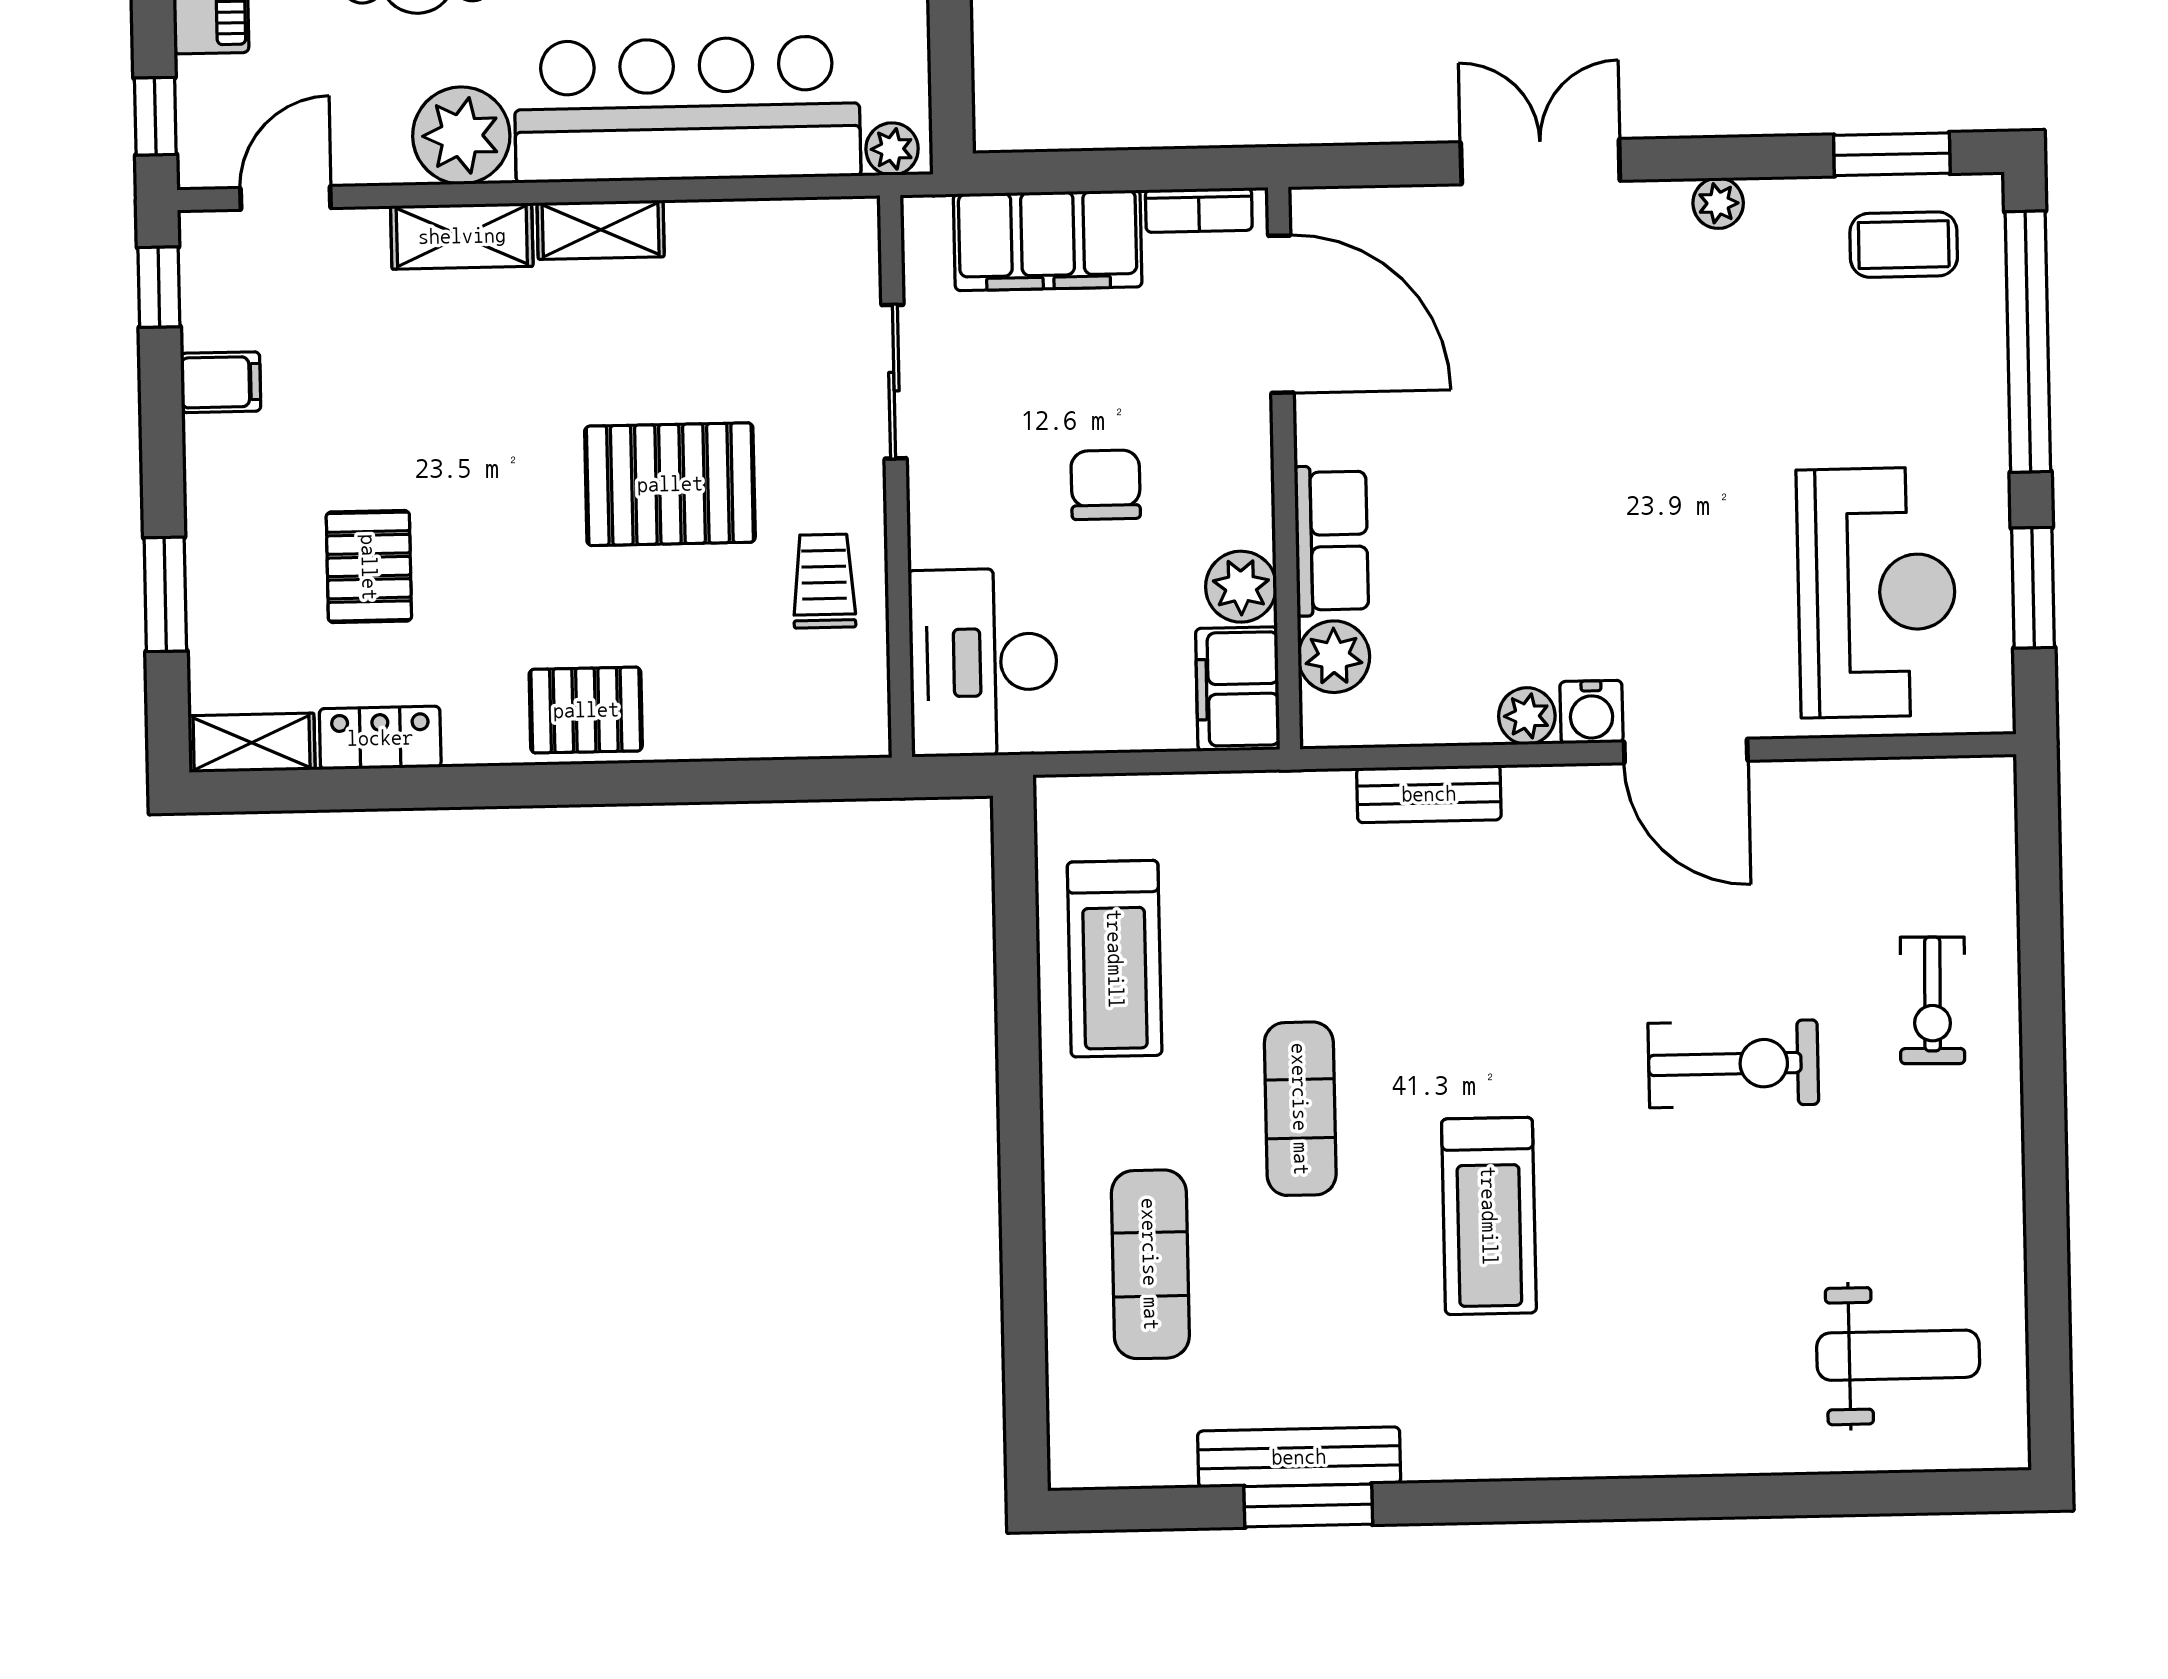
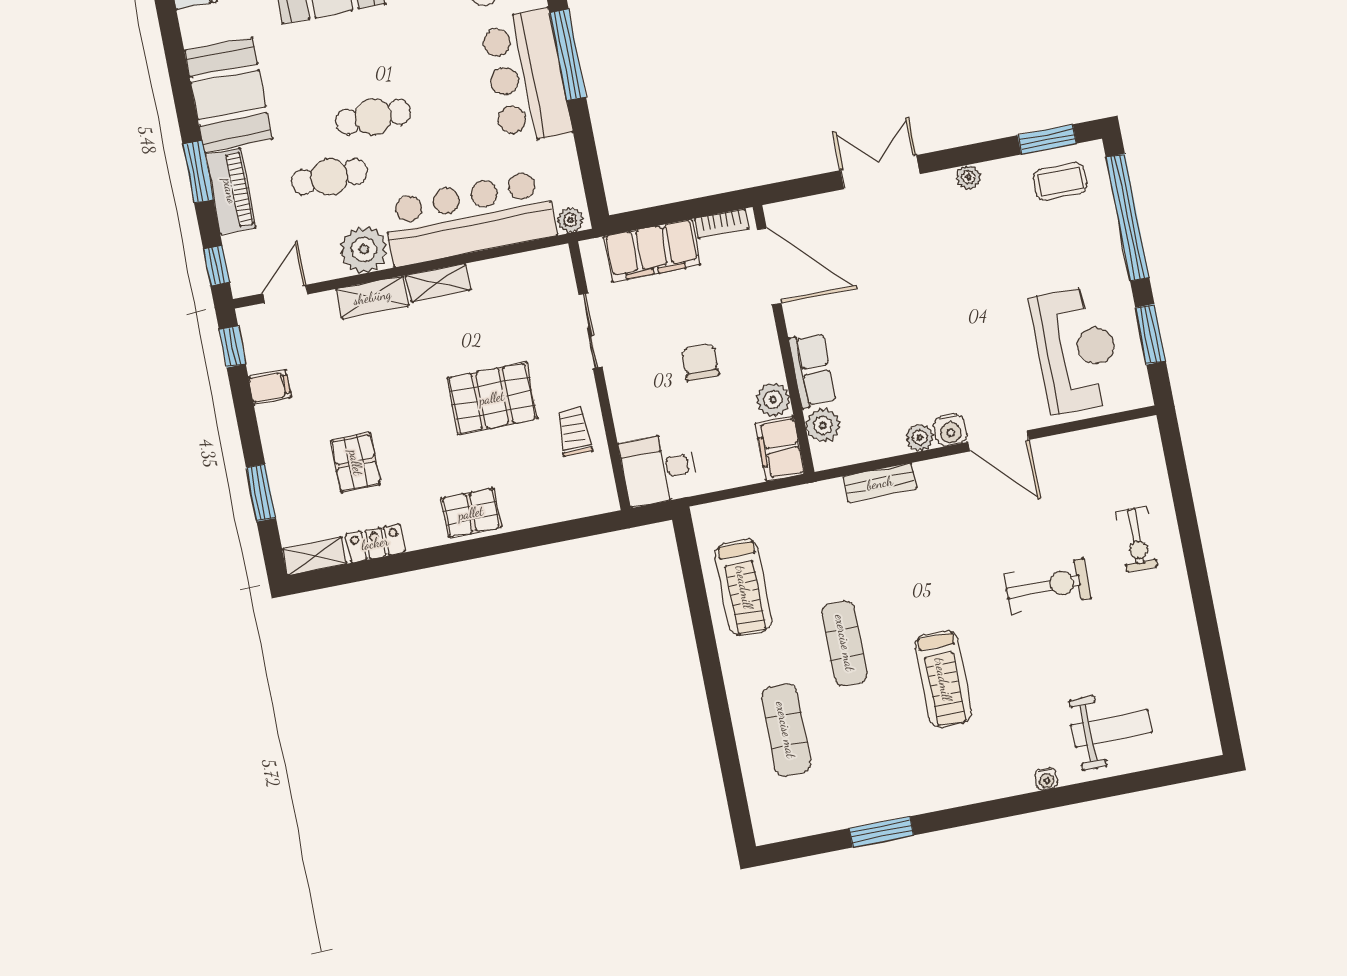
desk: (983, 662) -> (659, 469), width x0.73
weight bench: (1898, 1355) -> (1111, 729), moved
bench: (1299, 1457) -> (873, 810), removed
water cooler: (1663, 1457) -> (1046, 779), added

